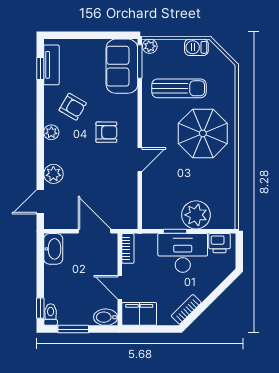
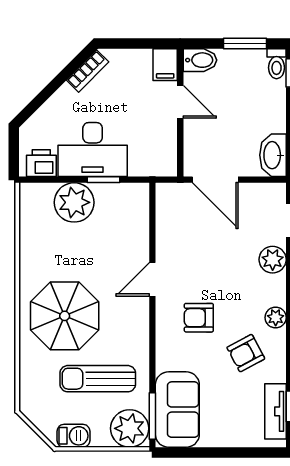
plant: (150, 46) -> (130, 428), width x1.88, depth x1.88
armchair: (73, 107) -> (246, 353), turned -58
bookcase: (128, 248) -> (169, 156), removed
filing cabinet: (139, 314) -> (165, 65), width x0.50

